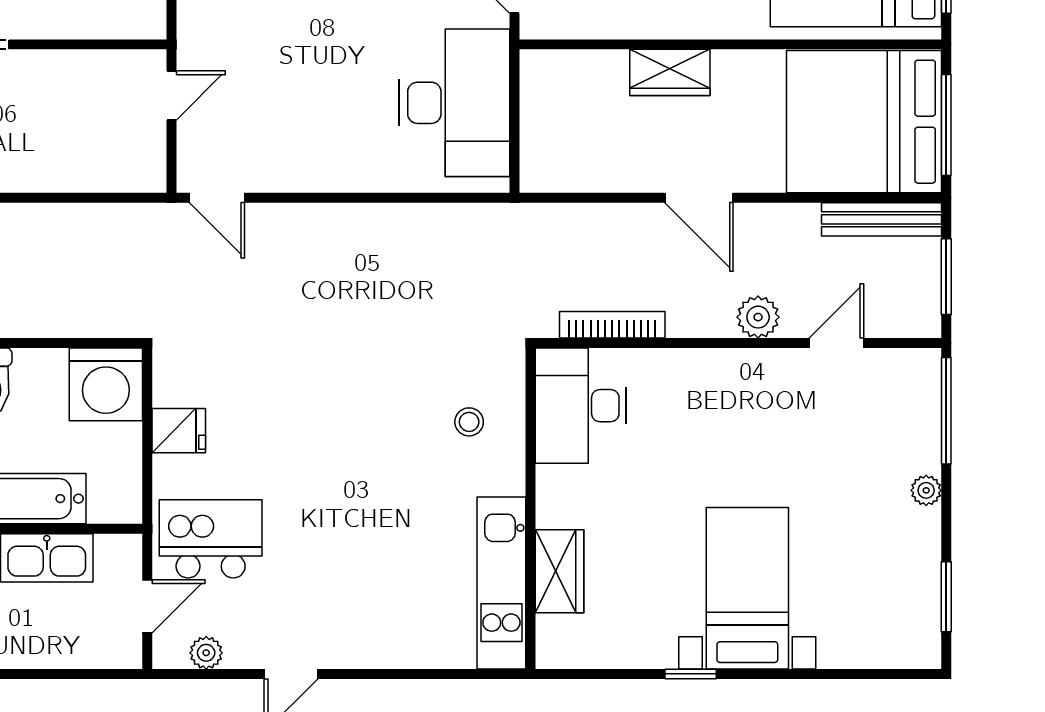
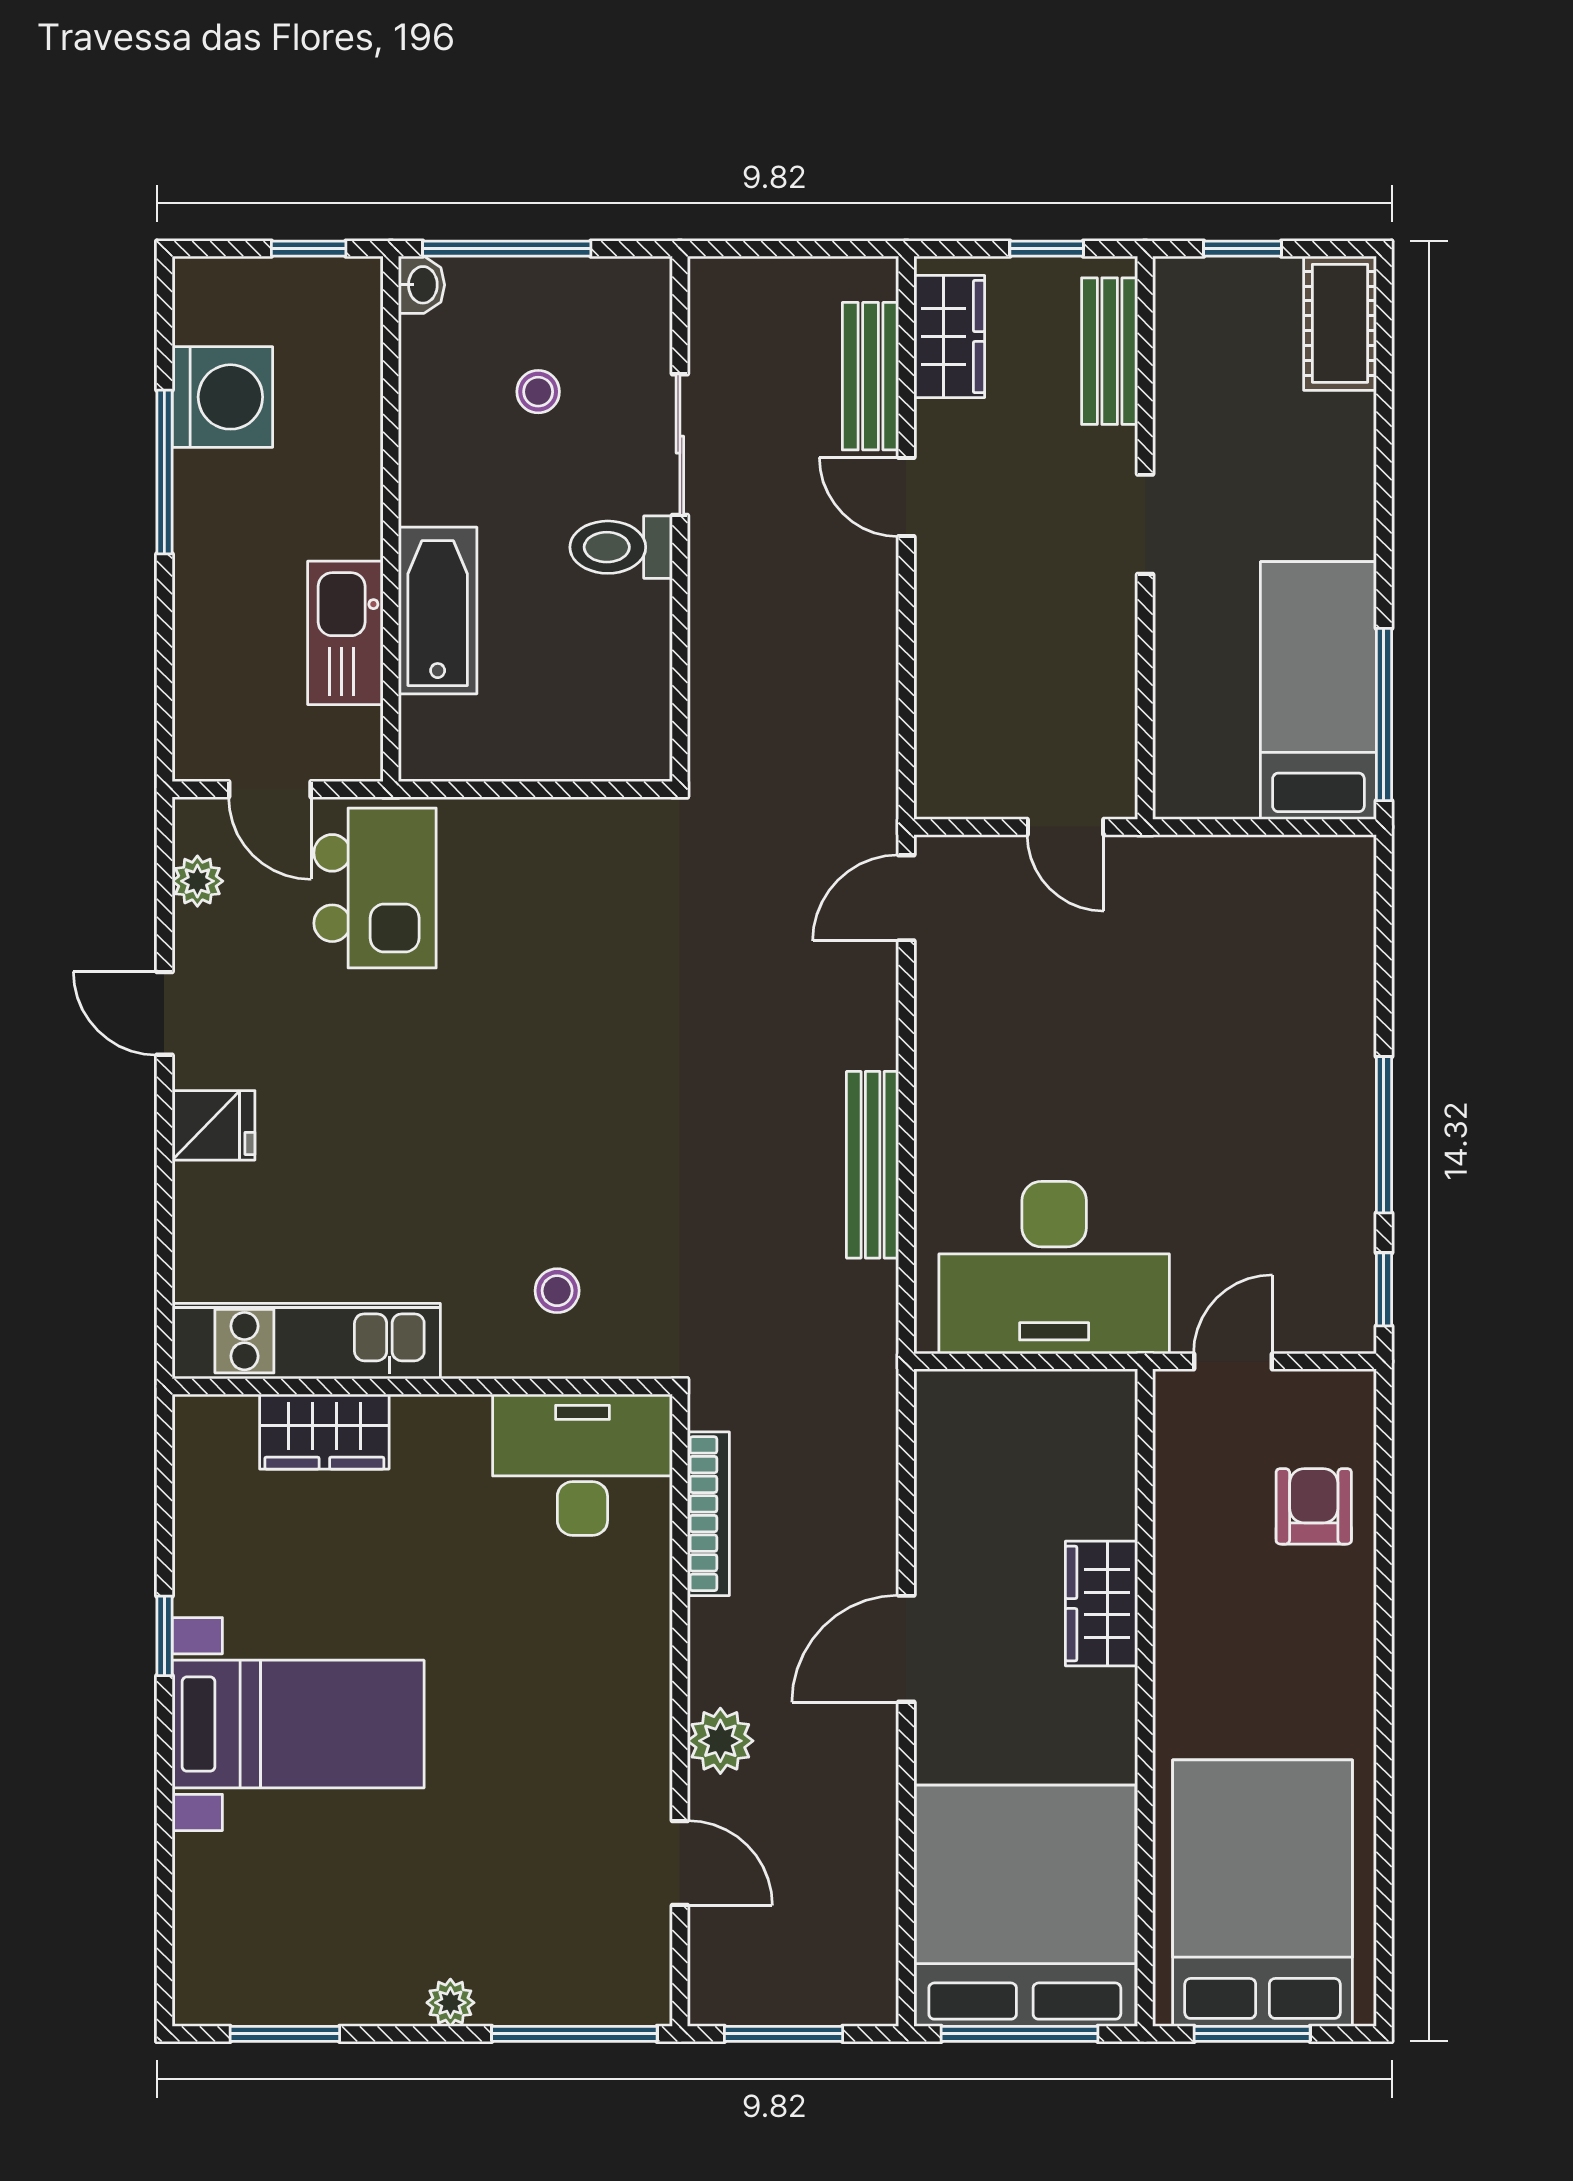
bench: (881, 219) -> (873, 1165), moved
washing machine: (106, 384) -> (616, 725), removed
fridge: (179, 431) -> (213, 1125), moved, turned -90

